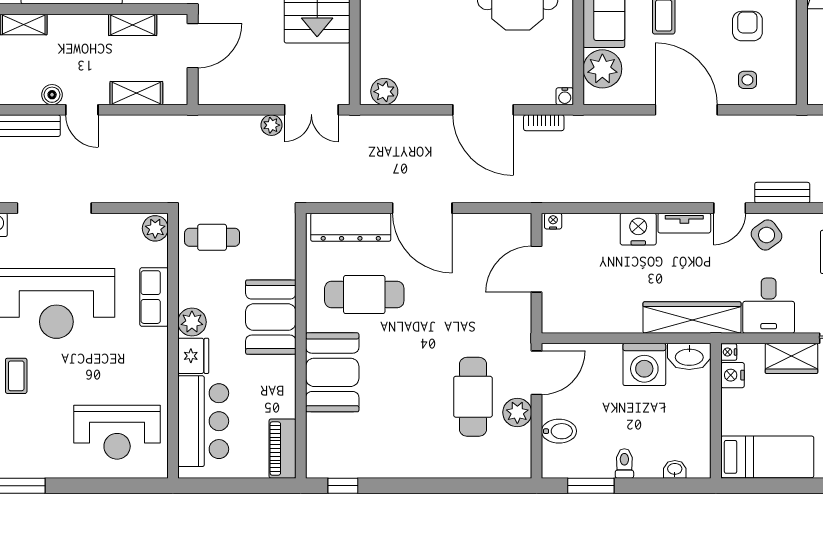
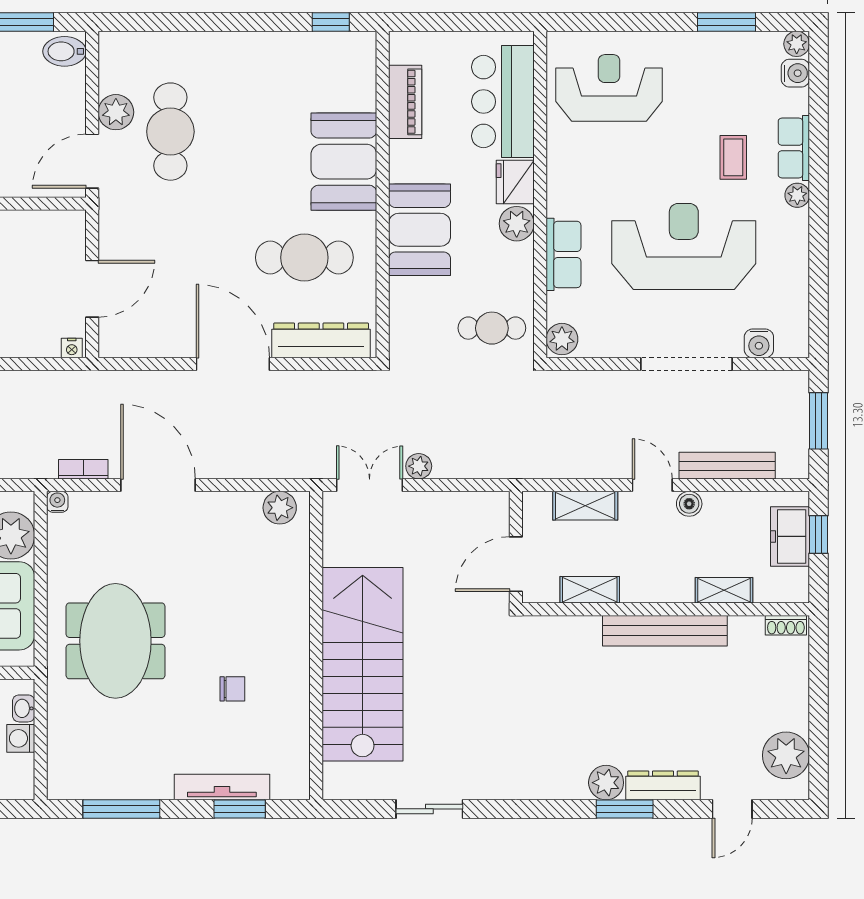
bidet: (559, 431) -> (64, 51), moved
piano: (282, 449) -> (405, 102), moved

